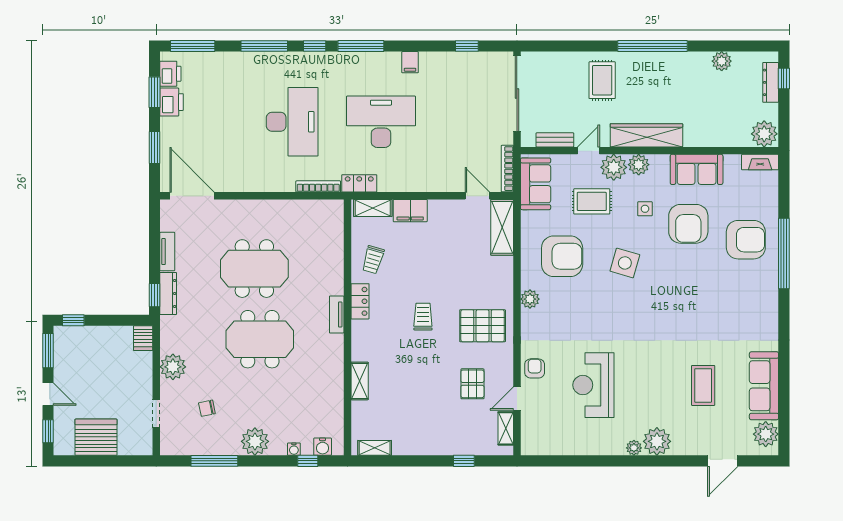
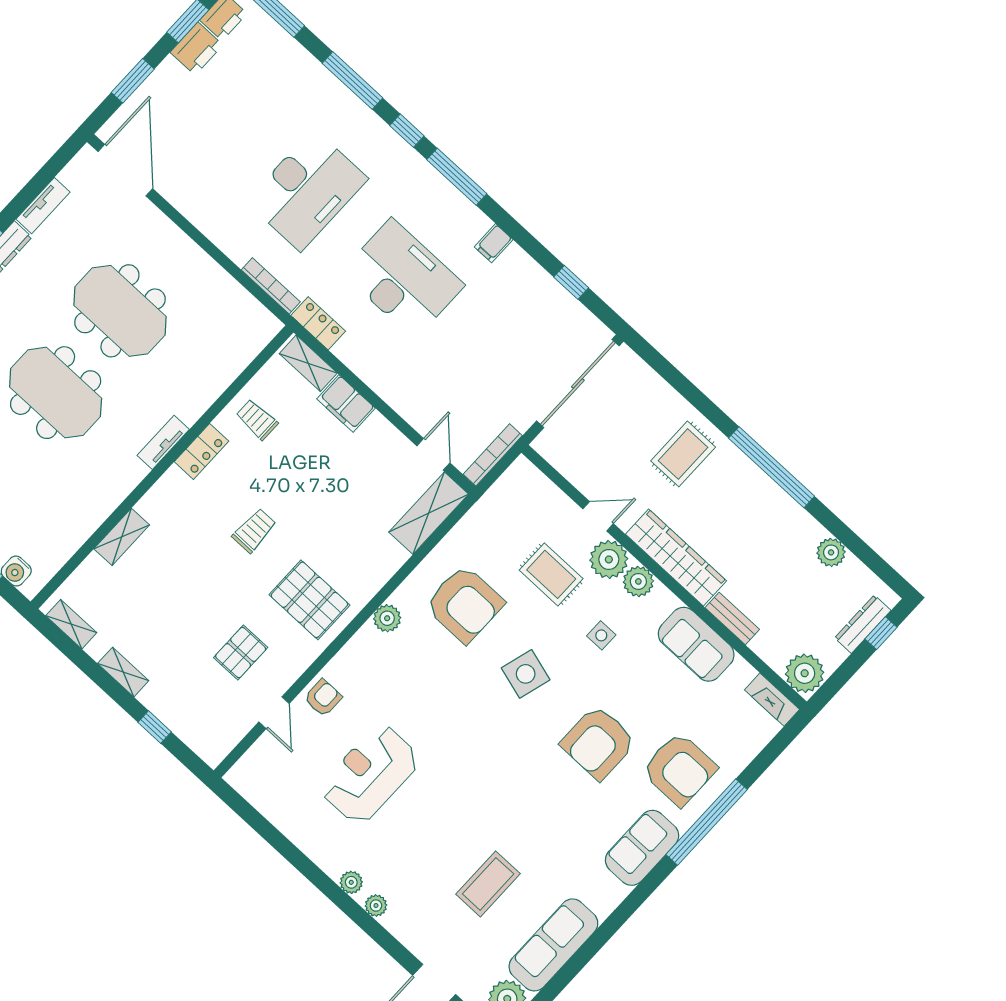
bench: (555, 140) -> (732, 619), moved
sofa: (536, 184) -> (642, 848), moved, turned 180
armchair: (688, 224) -> (598, 743), moved
trolley: (373, 260) -> (257, 420), turned 74
door: (517, 399) -> (274, 713), swing flipped
shelving: (506, 428) -> (123, 672), moved, turned 90
plant: (657, 441) -> (376, 906), width x0.53, depth x0.53

